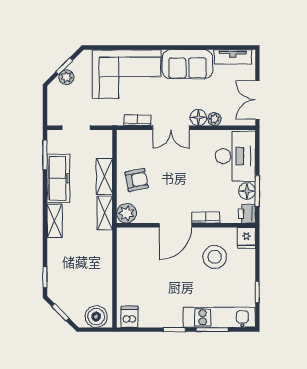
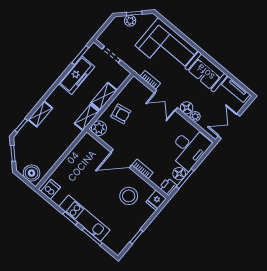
shelving: (55, 221) -> (40, 114), moved
kitchen unit: (219, 317) -> (85, 218), moved

